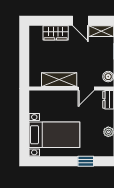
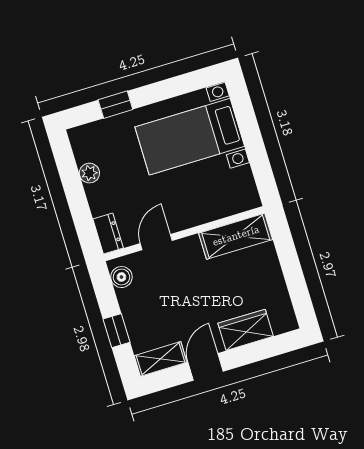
door: (80, 21) -> (206, 367), hinge flipped
shelving: (59, 80) -> (236, 236), moved

